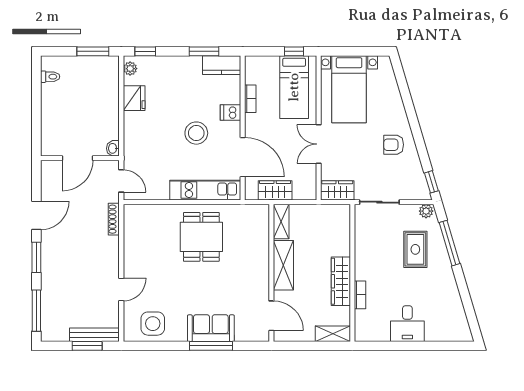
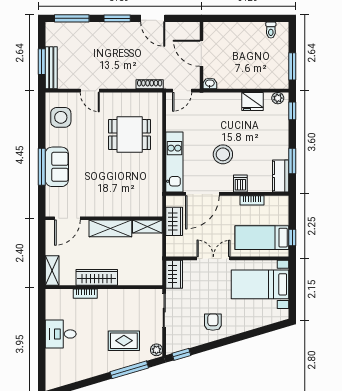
dining table: (201, 237) -> (130, 135), moved

